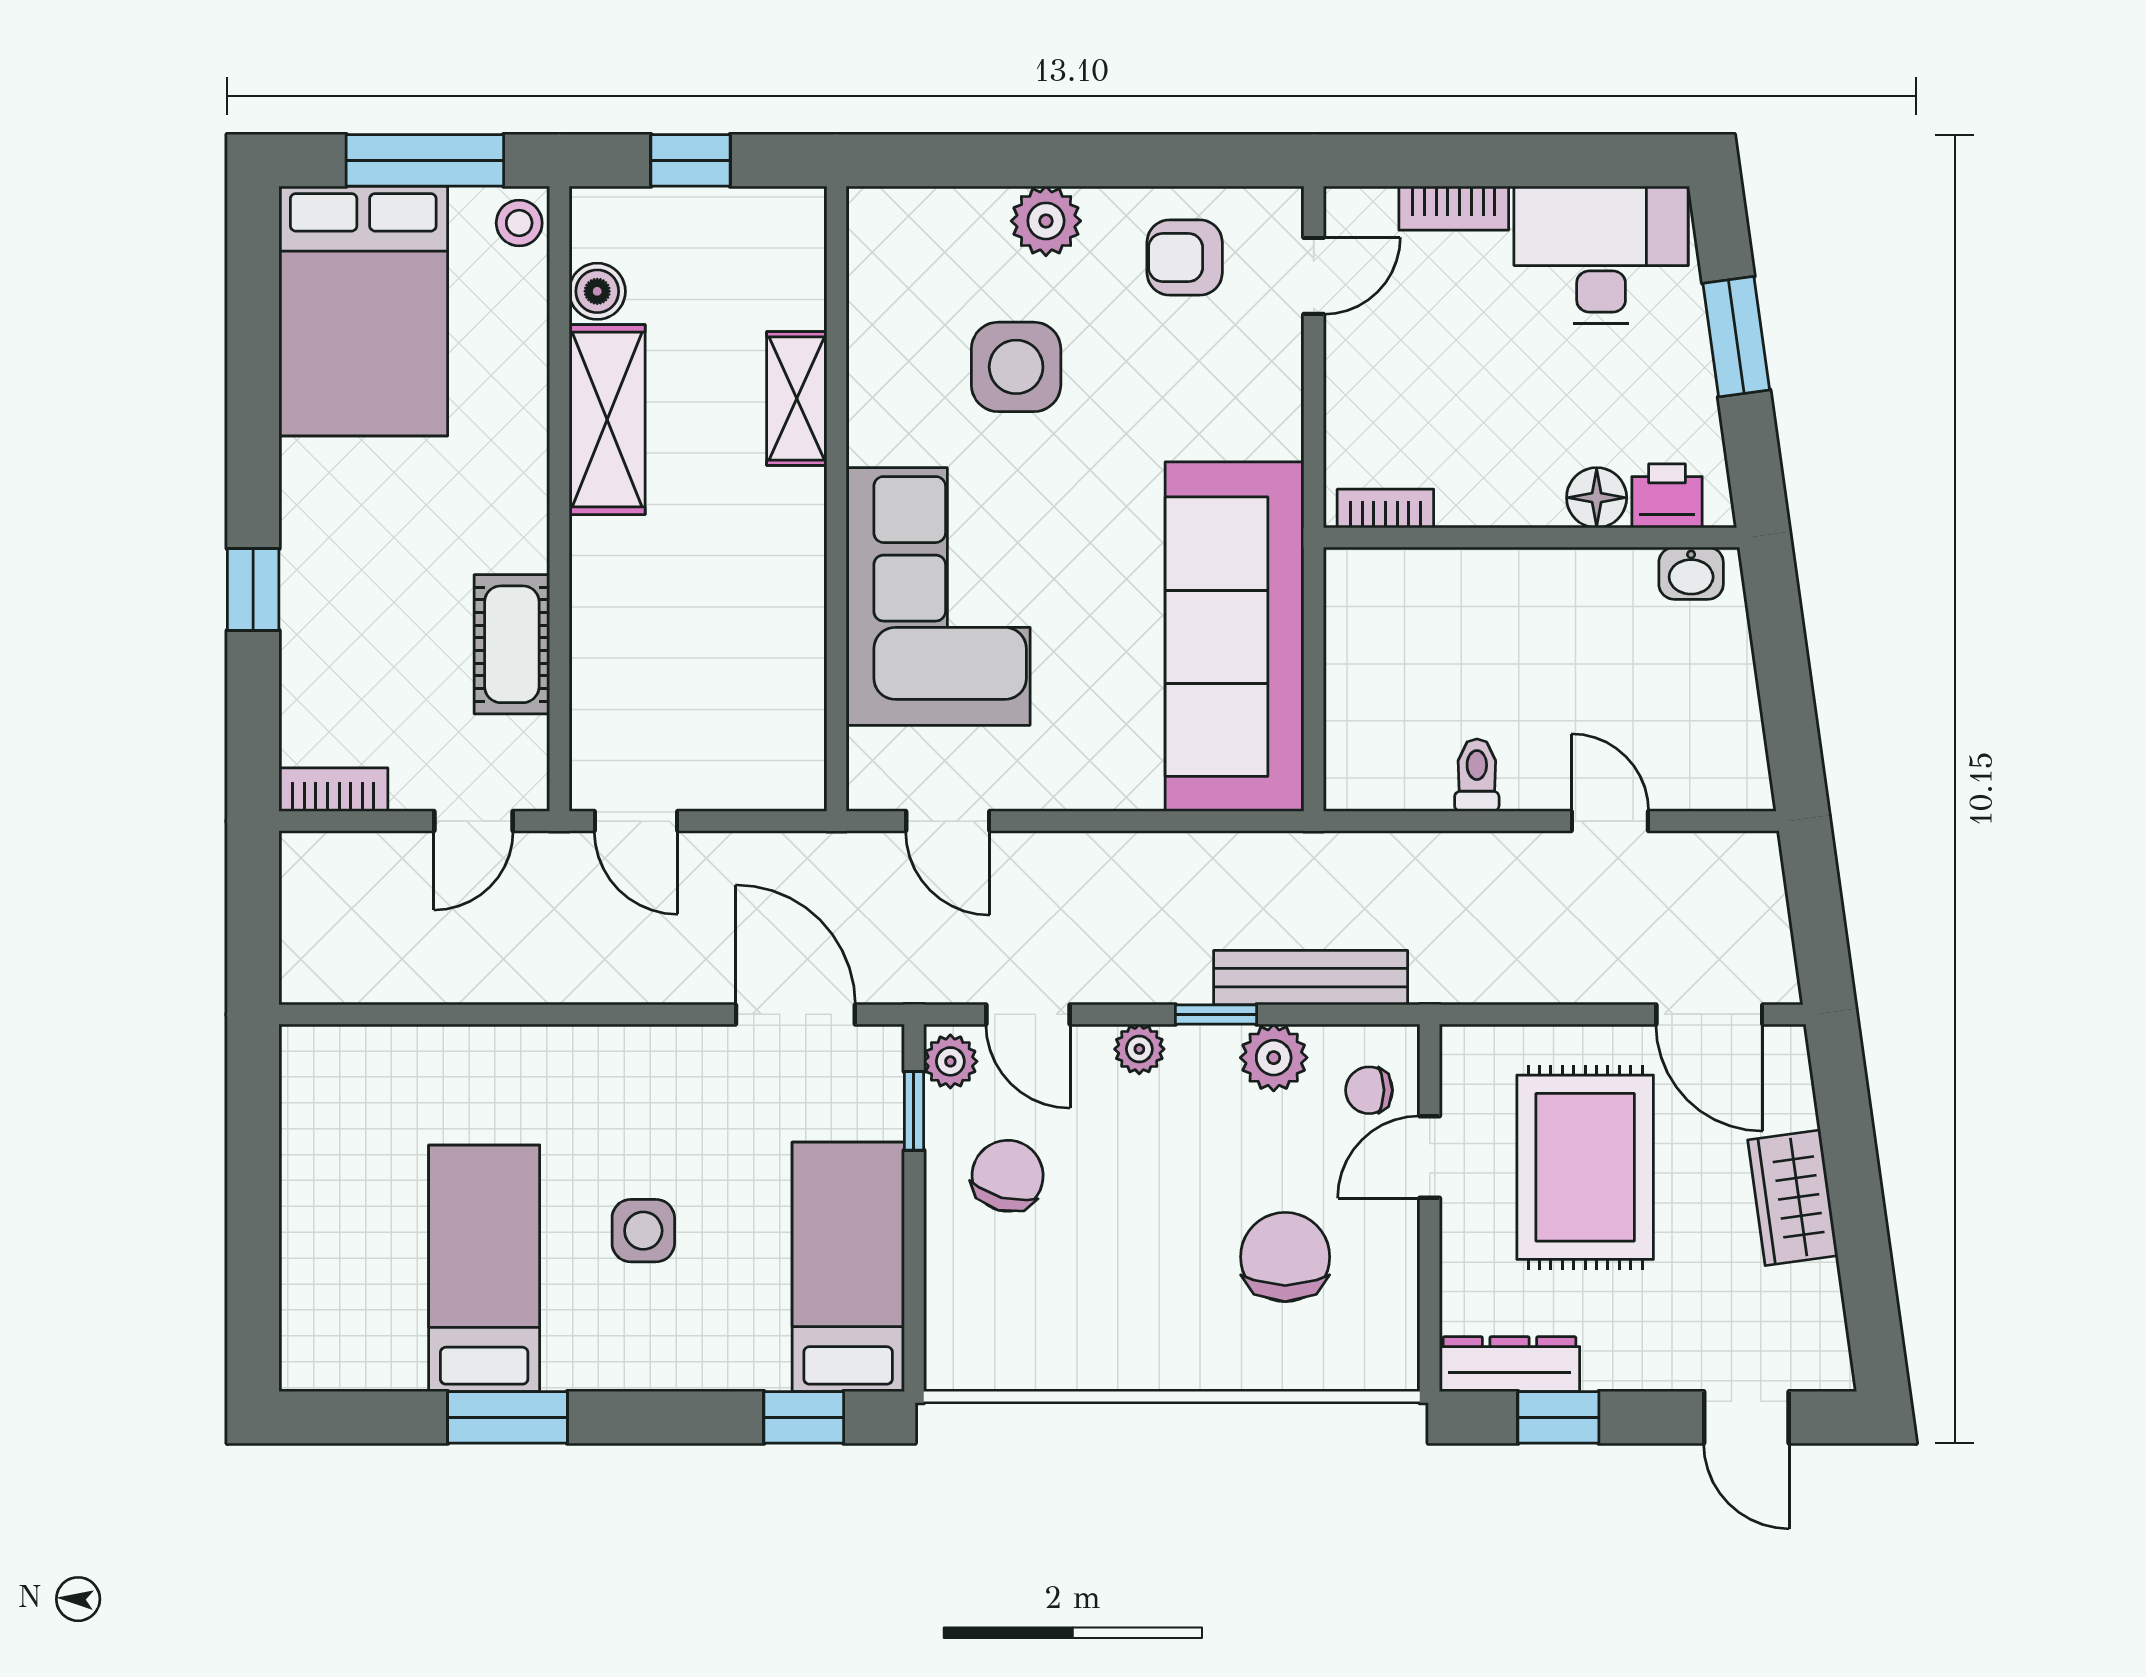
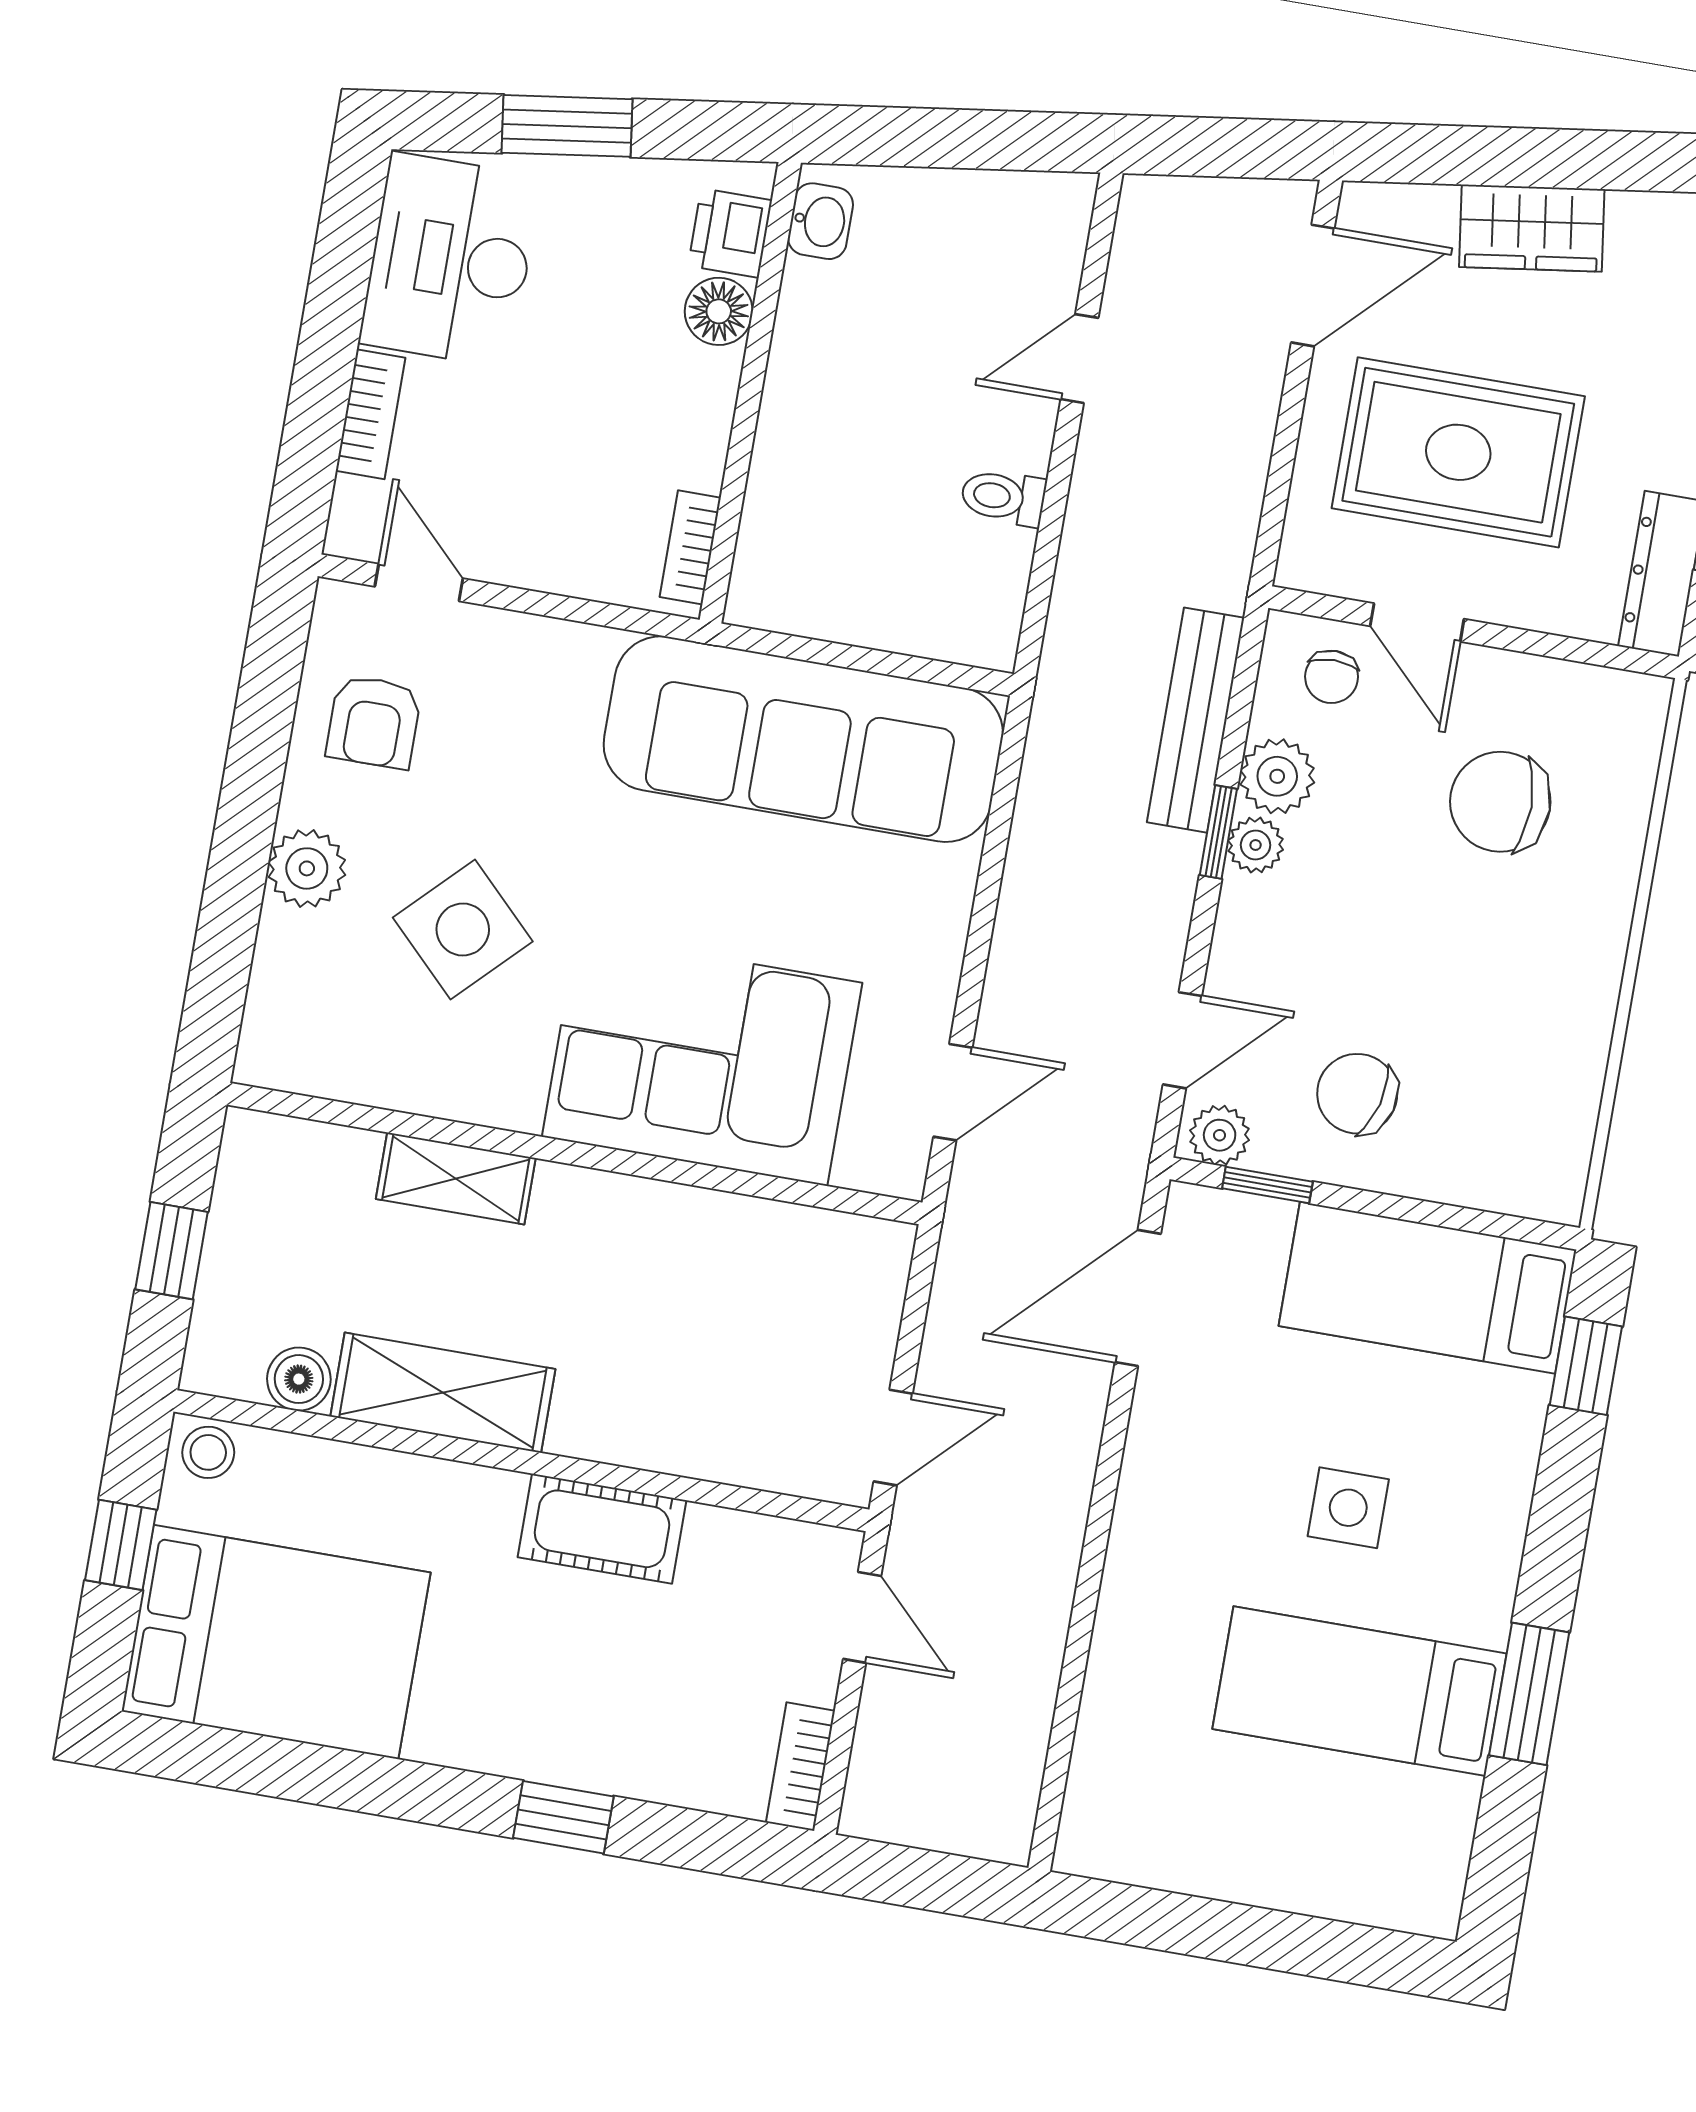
window: (425, 160) -> (121, 1545), width x0.46
side table: (1016, 367) -> (463, 930), turned 45
cot: (512, 644) -> (602, 1529), moved
plant: (1139, 1049) -> (1256, 845), moved

